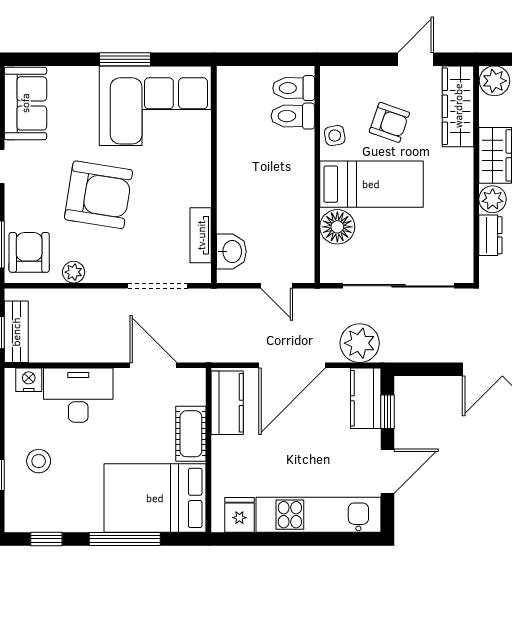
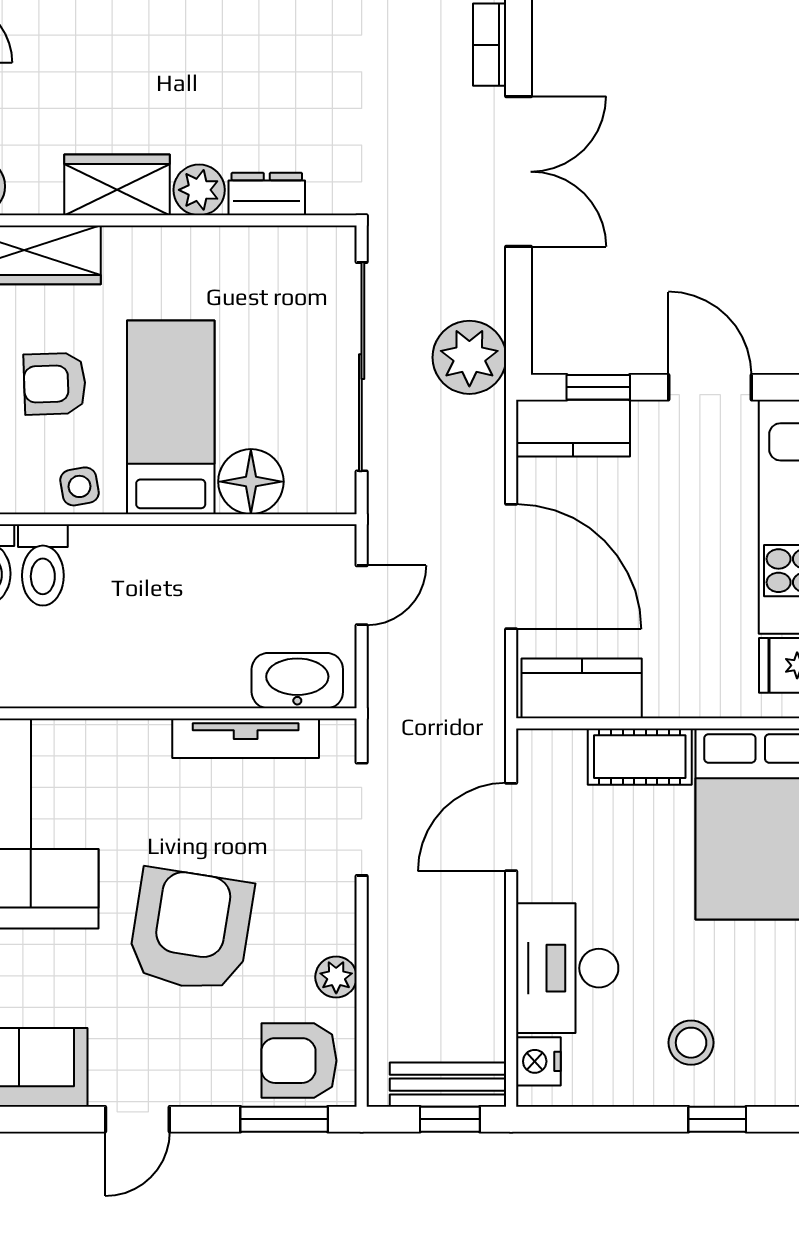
armchair: (389, 122) -> (55, 384), turned -111
tv unit: (201, 235) -> (246, 738), width x1.41
washbasin: (231, 252) -> (297, 681), width x1.38
plant: (360, 343) -> (469, 357), moved

